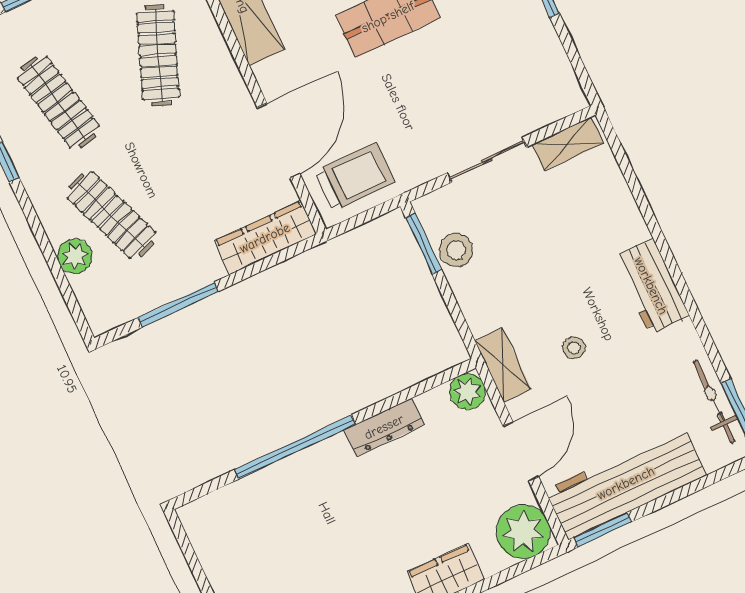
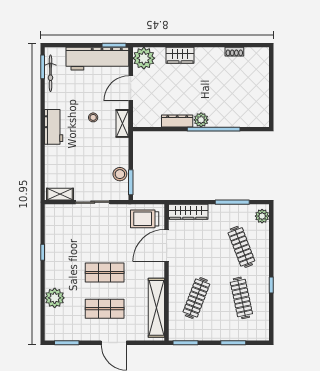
plant: (75, 256) -> (262, 216), moved
plant: (467, 391) -> (201, 120), moved

